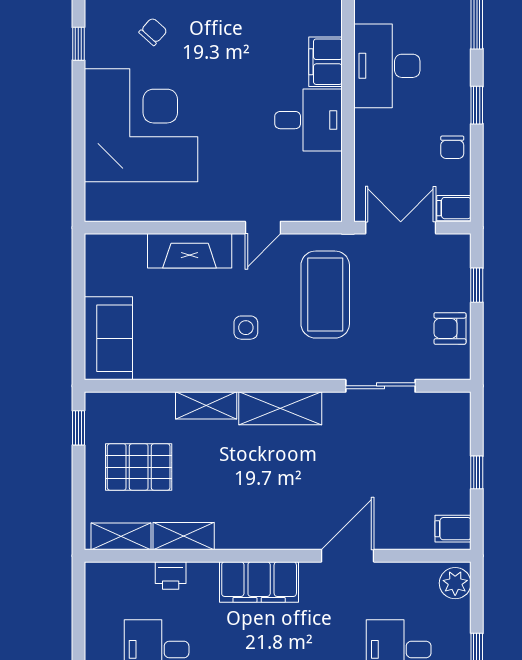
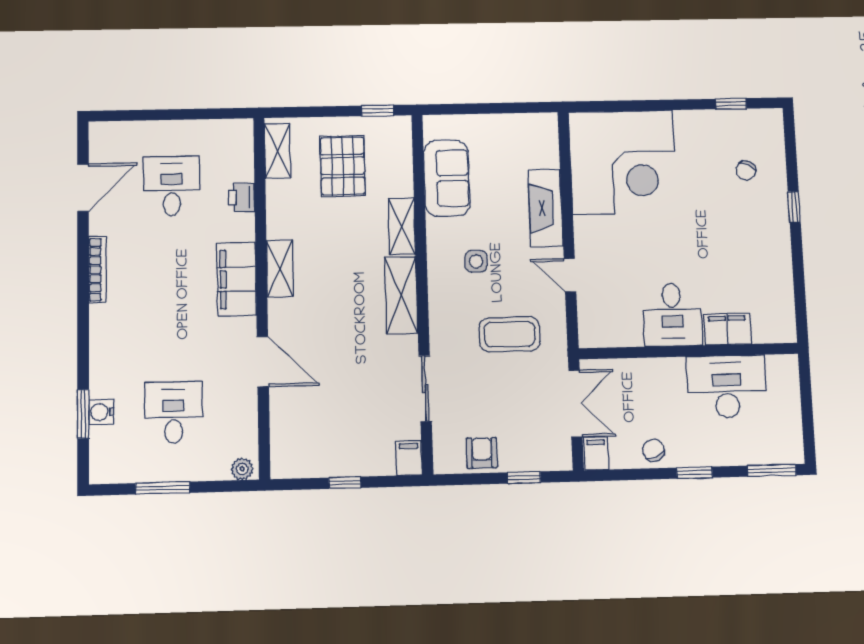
chair: (153, 32) -> (746, 171), turned 73
corner desk: (141, 125) -> (623, 162), moved
chair: (452, 147) -> (653, 450), turned 67
coffee table: (325, 295) -> (510, 334), width x0.73, depth x0.76
sofa: (108, 338) -> (447, 178), moved, turned -90
filing cabinet: (453, 529) -> (409, 458), moved
shelving: (184, 536) -> (280, 268), moved
plant: (455, 583) -> (242, 469), width x0.73, depth x0.73

